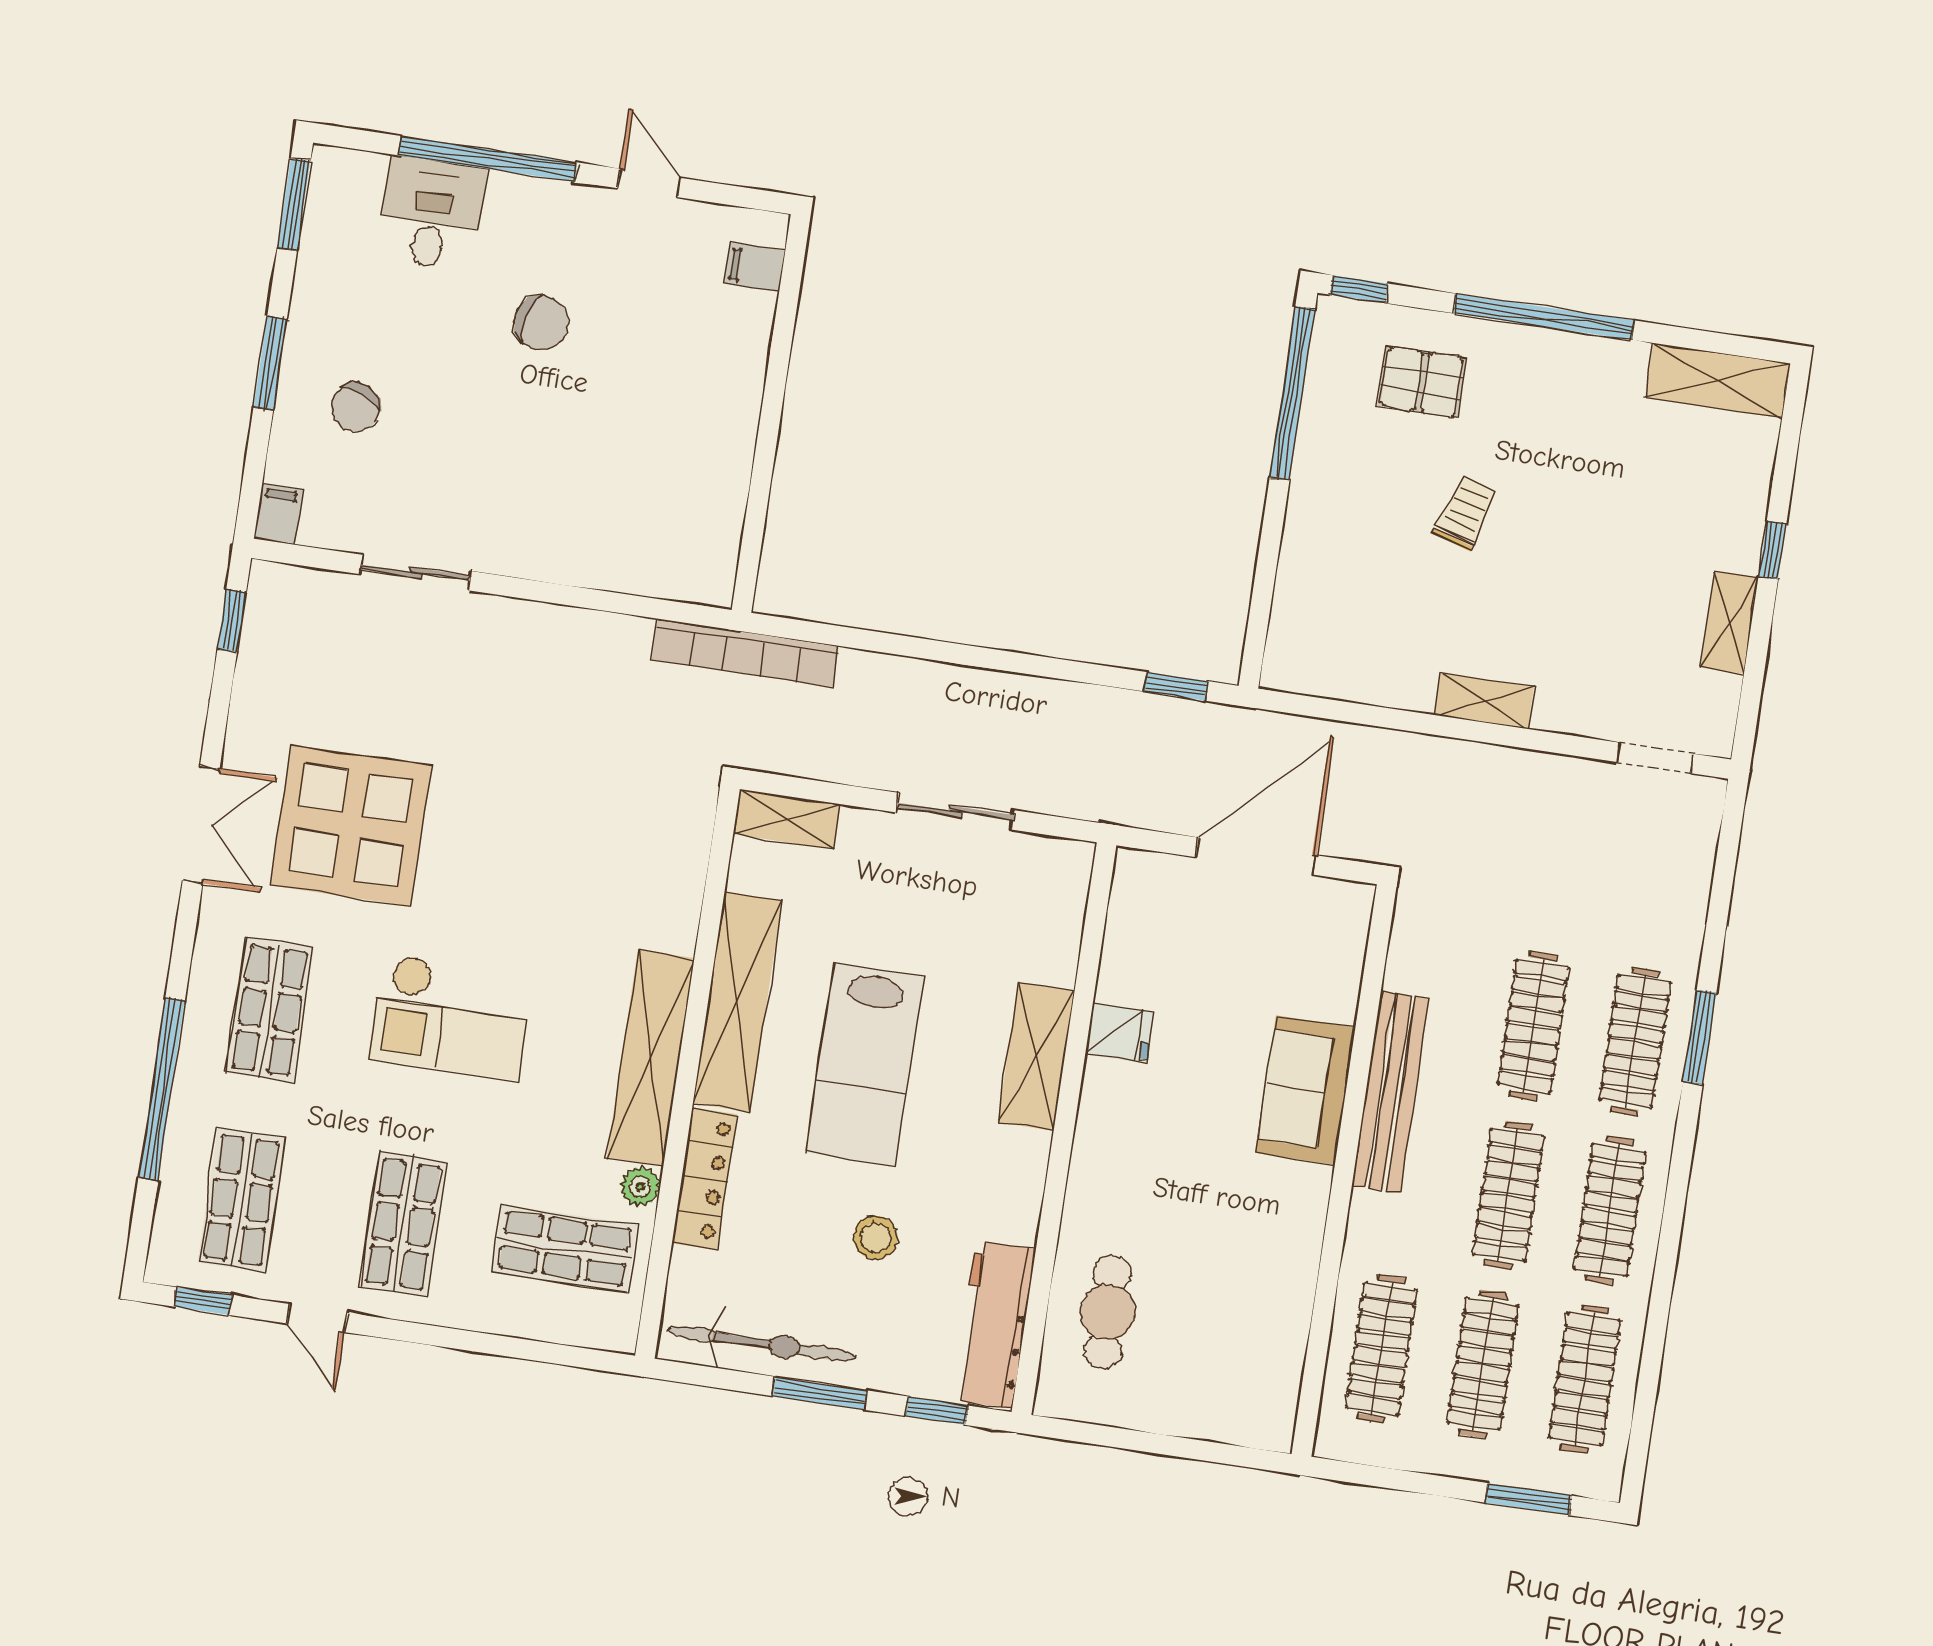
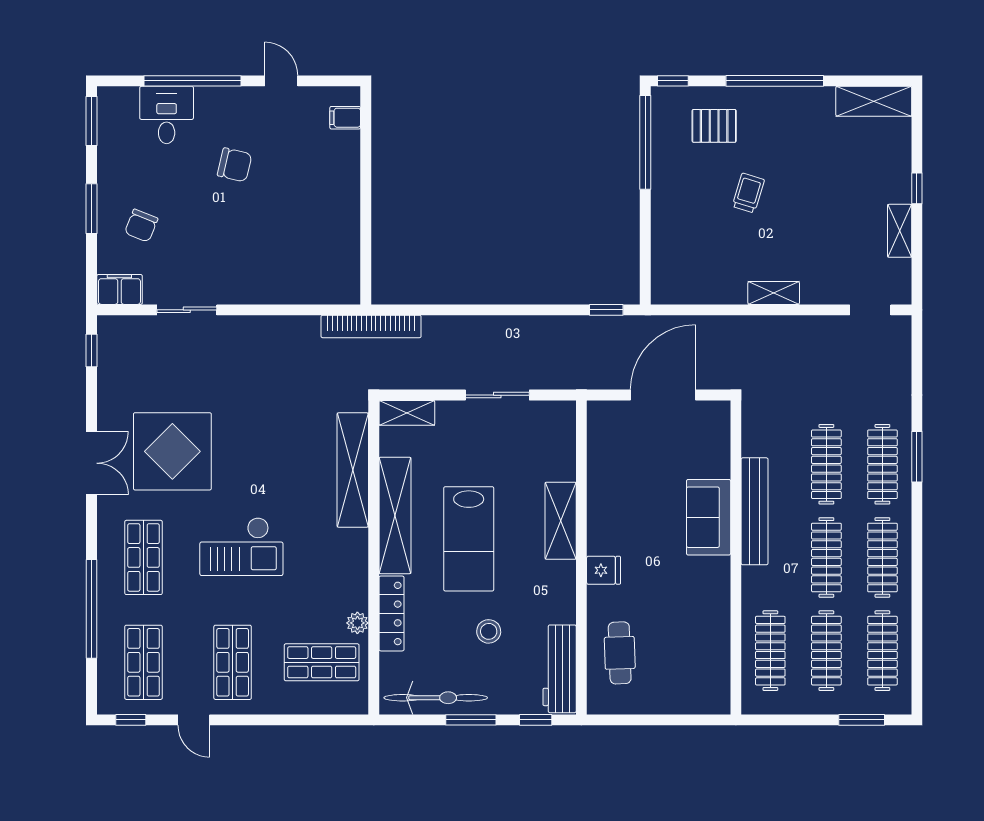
filing cabinet: (278, 514) -> (119, 289), width x2.00
fridge: (1119, 1033) -> (604, 570), moved
shelving: (651, 1058) -> (353, 470), moved

